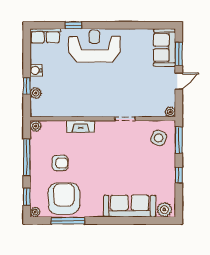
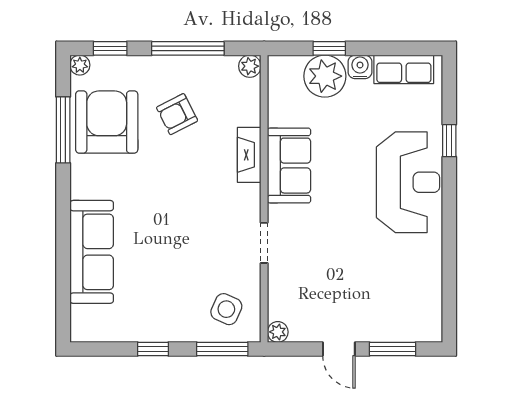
row of seats: (45, 36) -> (404, 69), moved, turned -90
sofa: (165, 47) -> (289, 166), moved, turned 90
plant: (36, 93) -> (325, 76), width x1.88, depth x1.88
armchair: (60, 163) -> (177, 114), turned 63
armchair: (64, 199) -> (107, 122), turned -89
plant: (164, 210) -> (85, 320), removed

